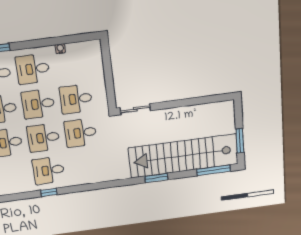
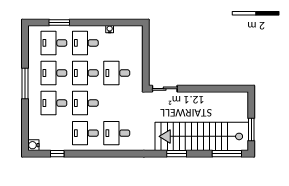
desk: (81, 133) -> (117, 133), moved
window: (49, 192) -> (57, 154), moved

